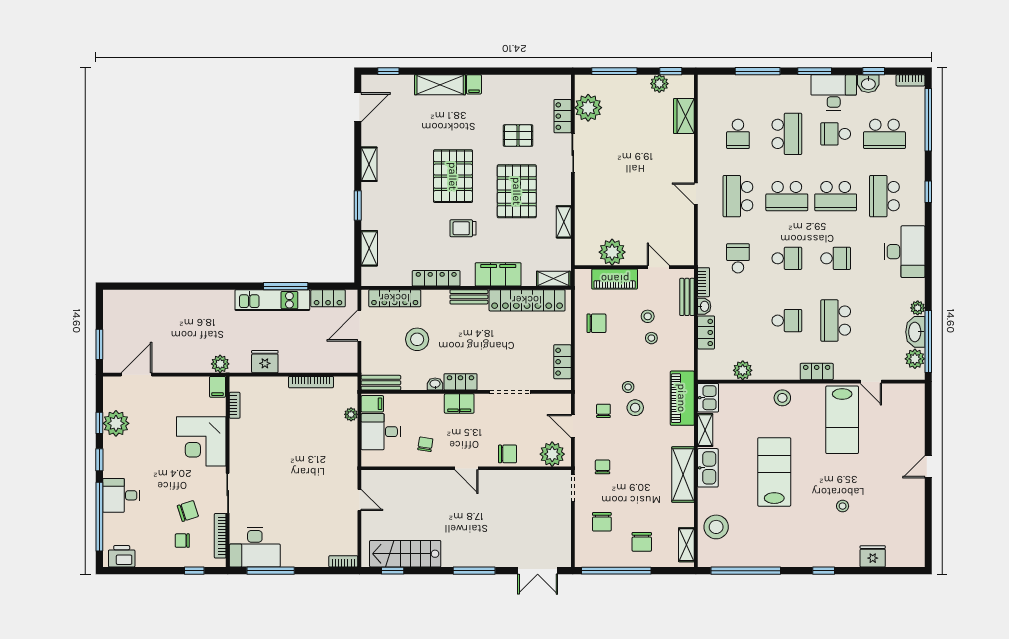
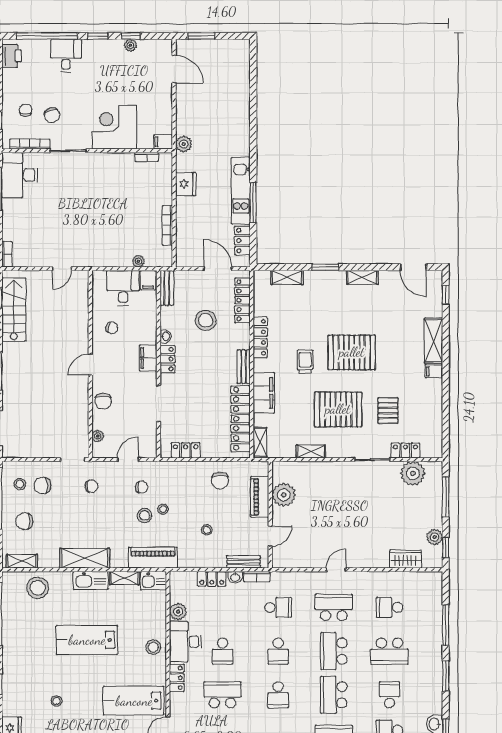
desk: (834, 92) -> (185, 642), moved, turned 180
stool: (648, 316) -> (20, 484), moved
plant: (116, 423) -> (130, 45), width x0.53, depth x0.53
plant: (552, 454) -> (98, 436), width x0.53, depth x0.53
lab bench: (774, 472) -> (87, 640), turned 180

